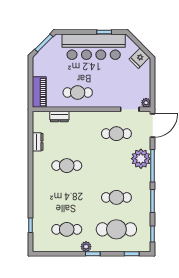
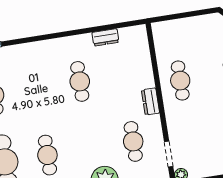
piano: (39, 92) -> (173, 29), removed
dresser: (59, 116) -> (150, 102), moved

